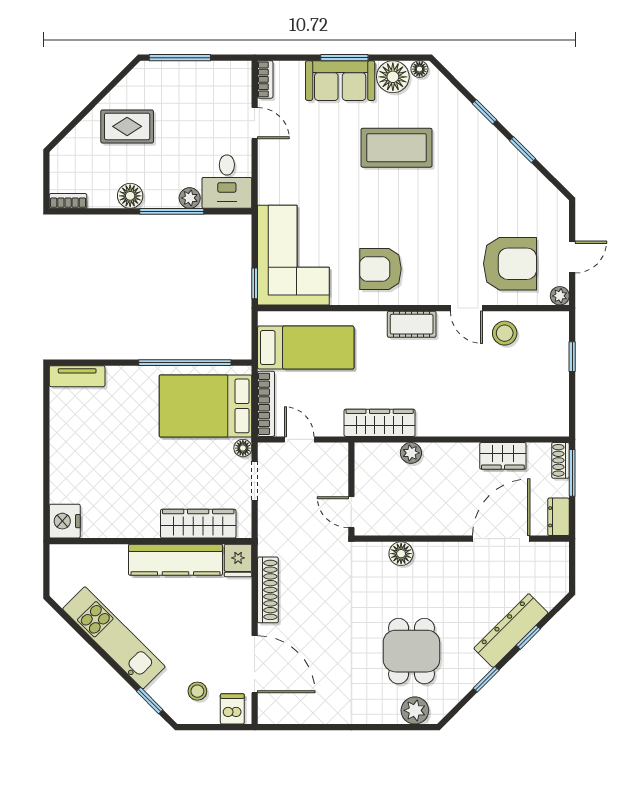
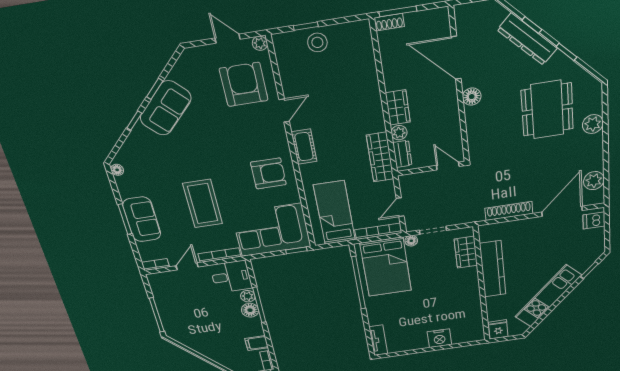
floor lamp: (393, 77) -> (128, 186), removed
rug: (127, 126) -> (210, 337), removed
coffee table: (396, 148) -> (203, 204), moved
sofa: (495, 157) -> (166, 108), added
bookcase: (265, 173) -> (219, 255), added
filing cabinet: (104, 193) -> (257, 343), added
floor lamp: (130, 196) -> (250, 310), moved
armchair: (381, 269) -> (268, 173), turned -90
stool: (505, 333) -> (317, 42), moved
wardrobe: (503, 456) -> (398, 108), moved
door: (351, 512) -> (448, 166), swing flipped
dresser: (558, 517) -> (402, 154), moved, turned -90
nightstand: (65, 521) -> (439, 338), moved
wardrobe: (198, 524) -> (466, 252), width x0.67
floor lamp: (401, 554) -> (472, 97), moved
fridge: (238, 560) -> (498, 329), moved, turned -90
dining table: (411, 651) -> (547, 110), width x1.38
stool: (197, 691) -> (582, 243), removed
plant: (296, 710) -> (594, 181), added
plant: (415, 710) -> (593, 124), moved

